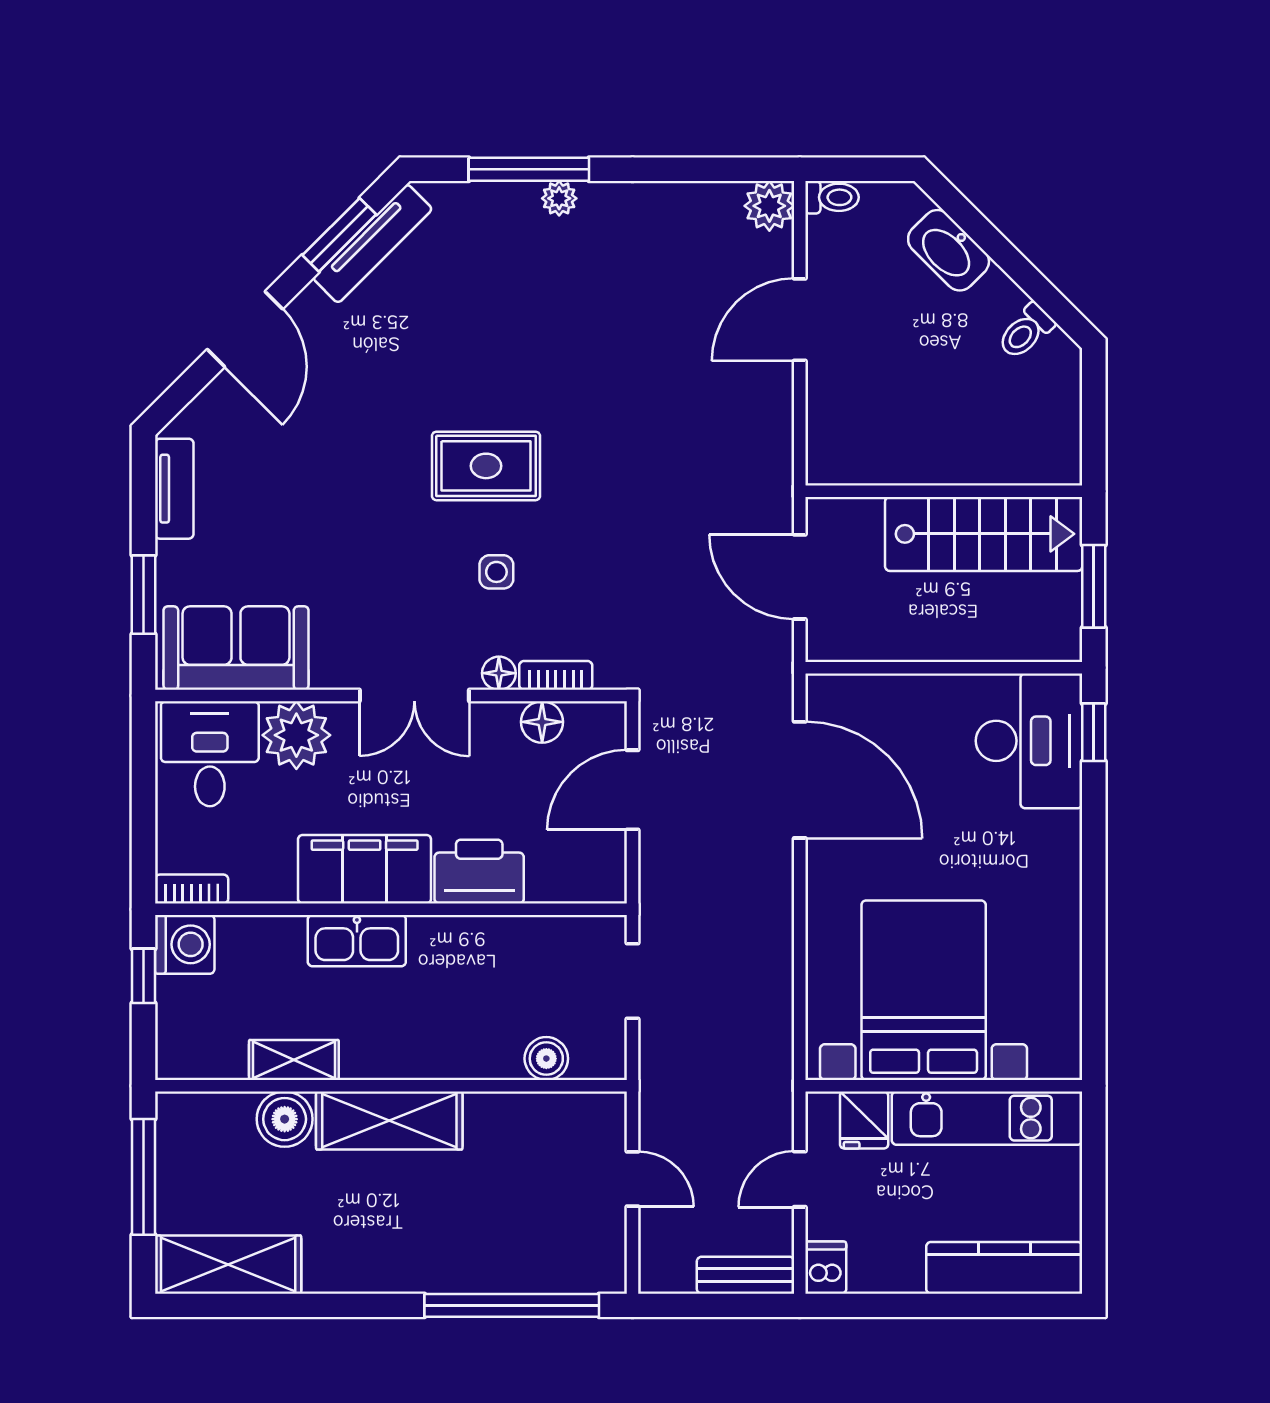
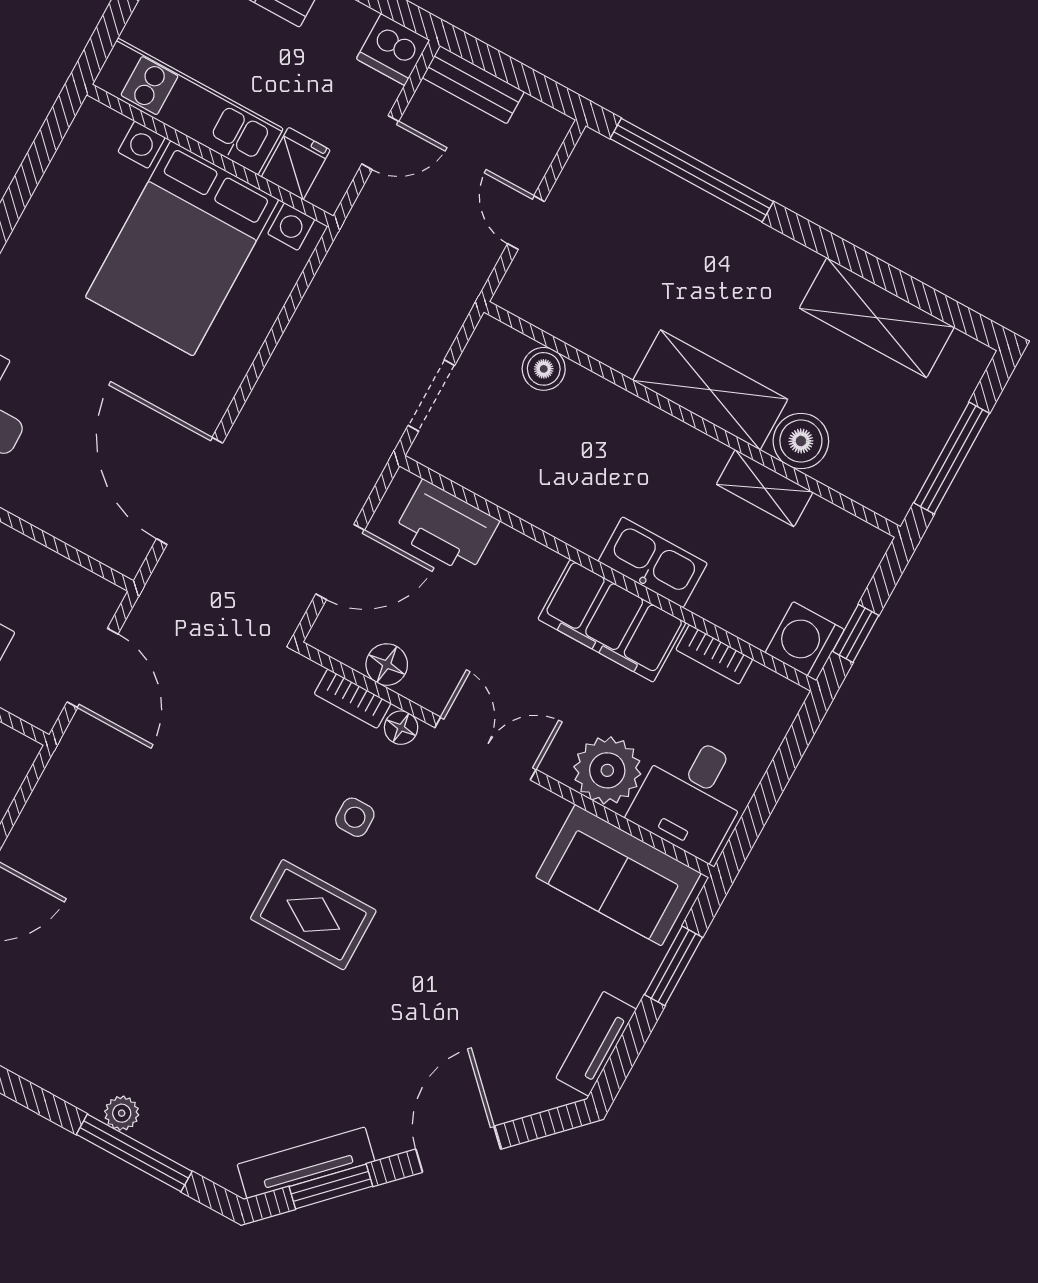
printer: (479, 872) -> (446, 527), moved
bookcase: (192, 889) -> (714, 654), moved
shelving: (228, 1265) -> (877, 318), moved
dishwasher: (826, 1268) -> (393, 49), width x1.38

